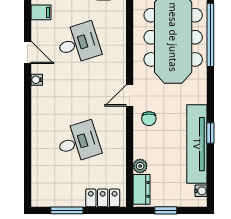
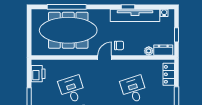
door: (130, 96) -> (105, 58), swing flipped

